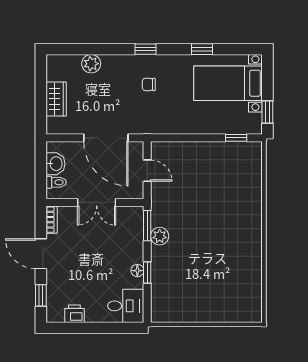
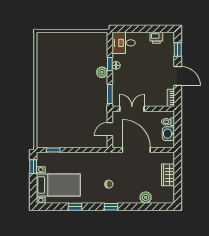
door: (147, 171) -> (110, 129), hinge flipped
double door: (97, 202) -> (132, 109), moved
plant: (160, 236) -> (102, 72), moved

